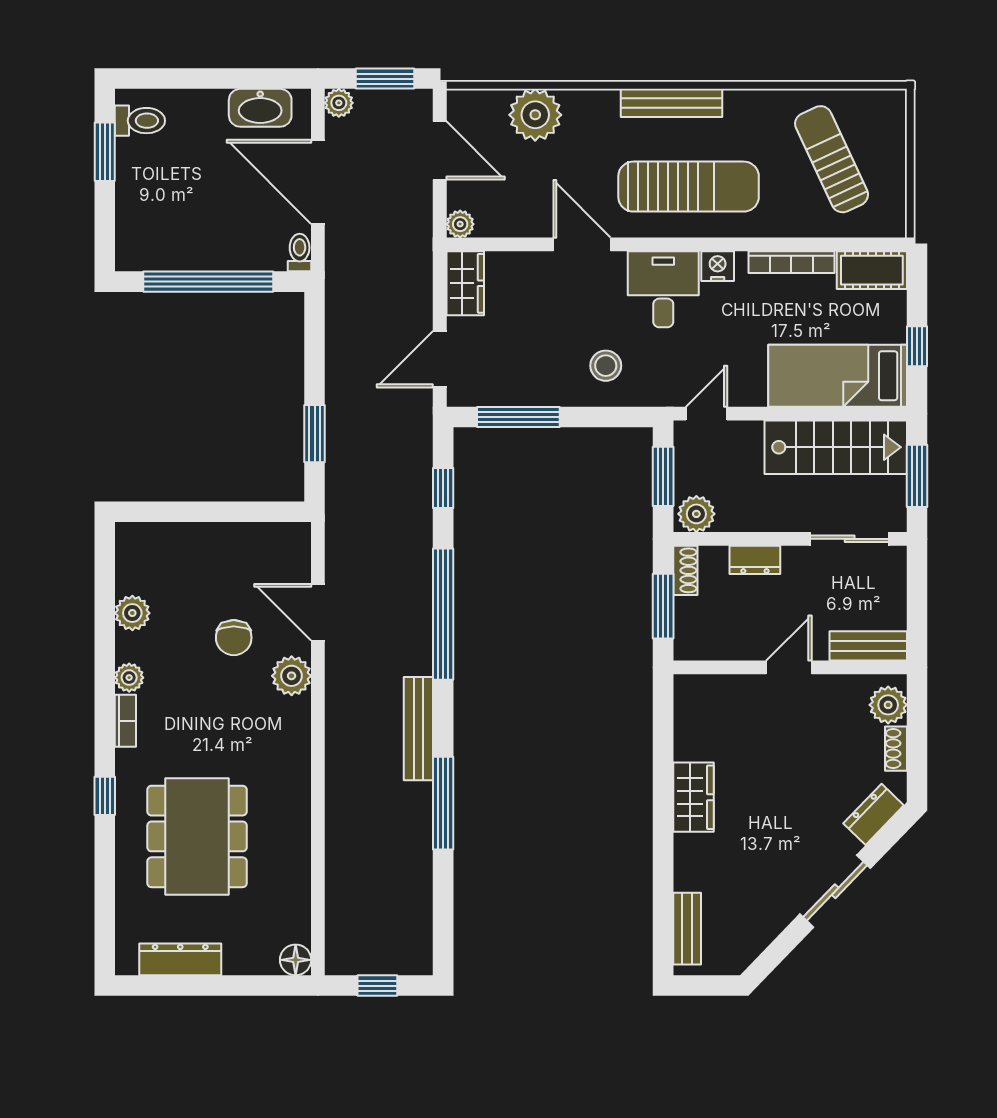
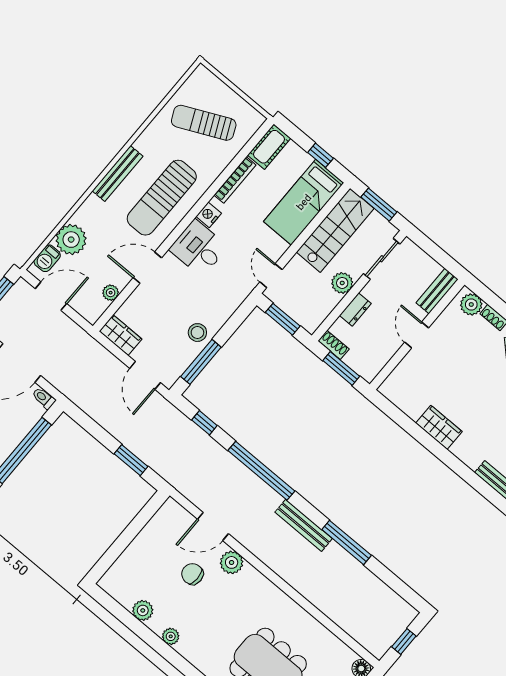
barbecue: (485, 104) -> (47, 258), added
sun lounger: (689, 187) -> (162, 198), turned 180
plant: (460, 224) -> (111, 293), moved
stool: (606, 366) -> (197, 333), moved
plant: (696, 514) -> (342, 283), moved
chair: (234, 638) -> (192, 574), turned 180
bookcase: (125, 721) -> (189, 654), removed

